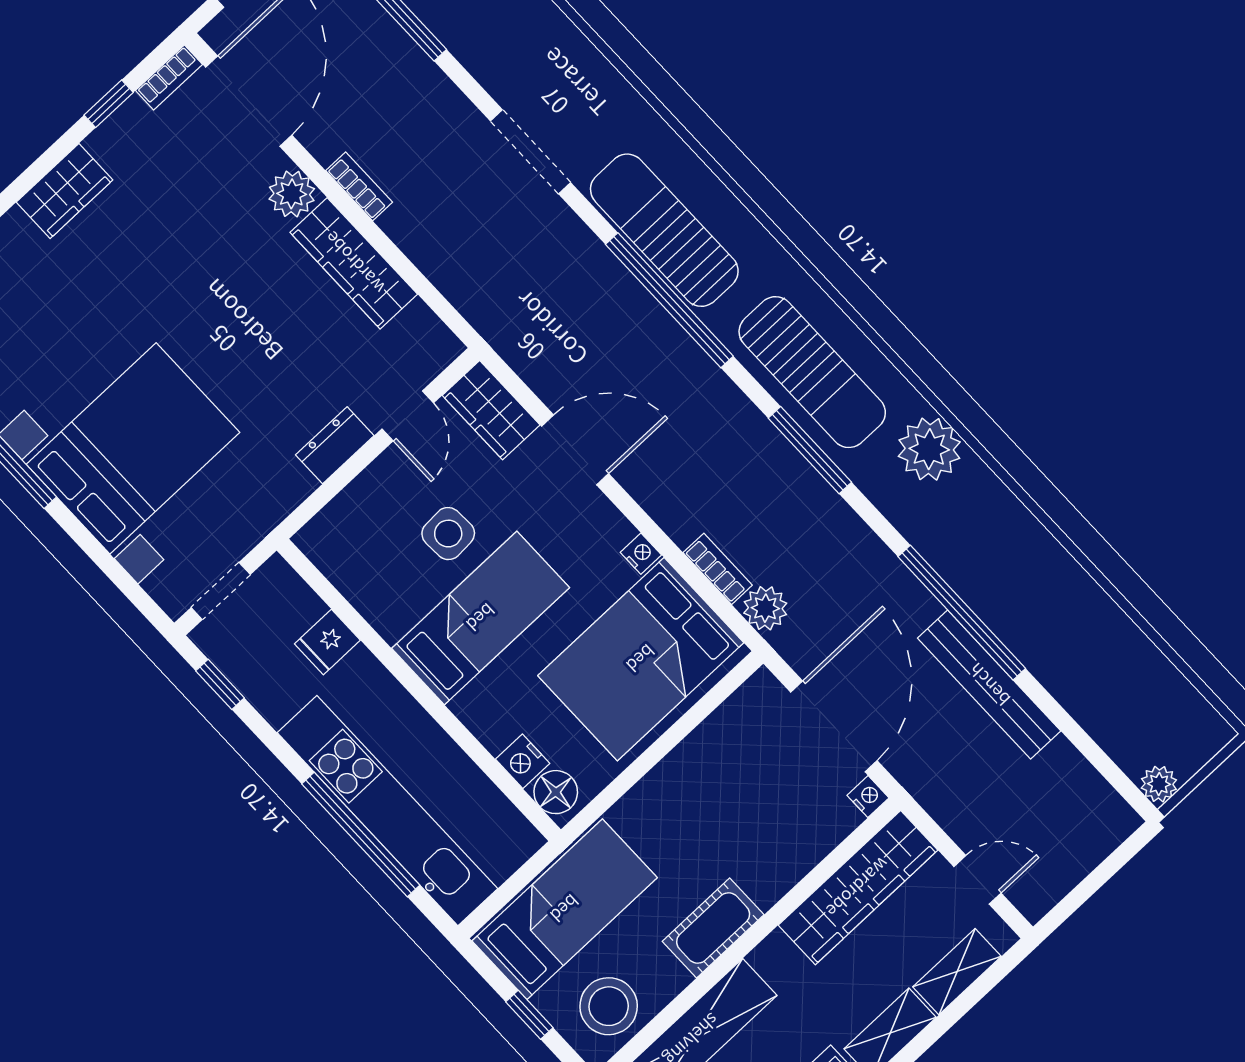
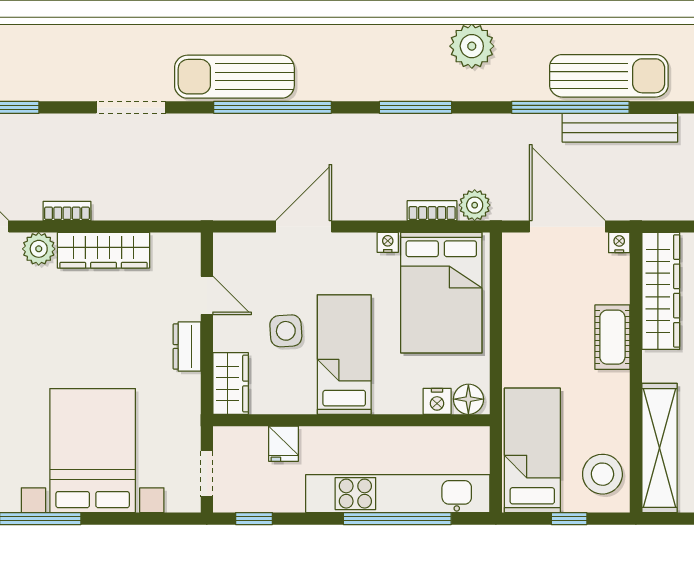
sun lounger: (812, 372) -> (609, 76), moved
wardrobe: (491, 410) -> (231, 384), moved, turned -90
cot: (713, 928) -> (612, 337), moved

